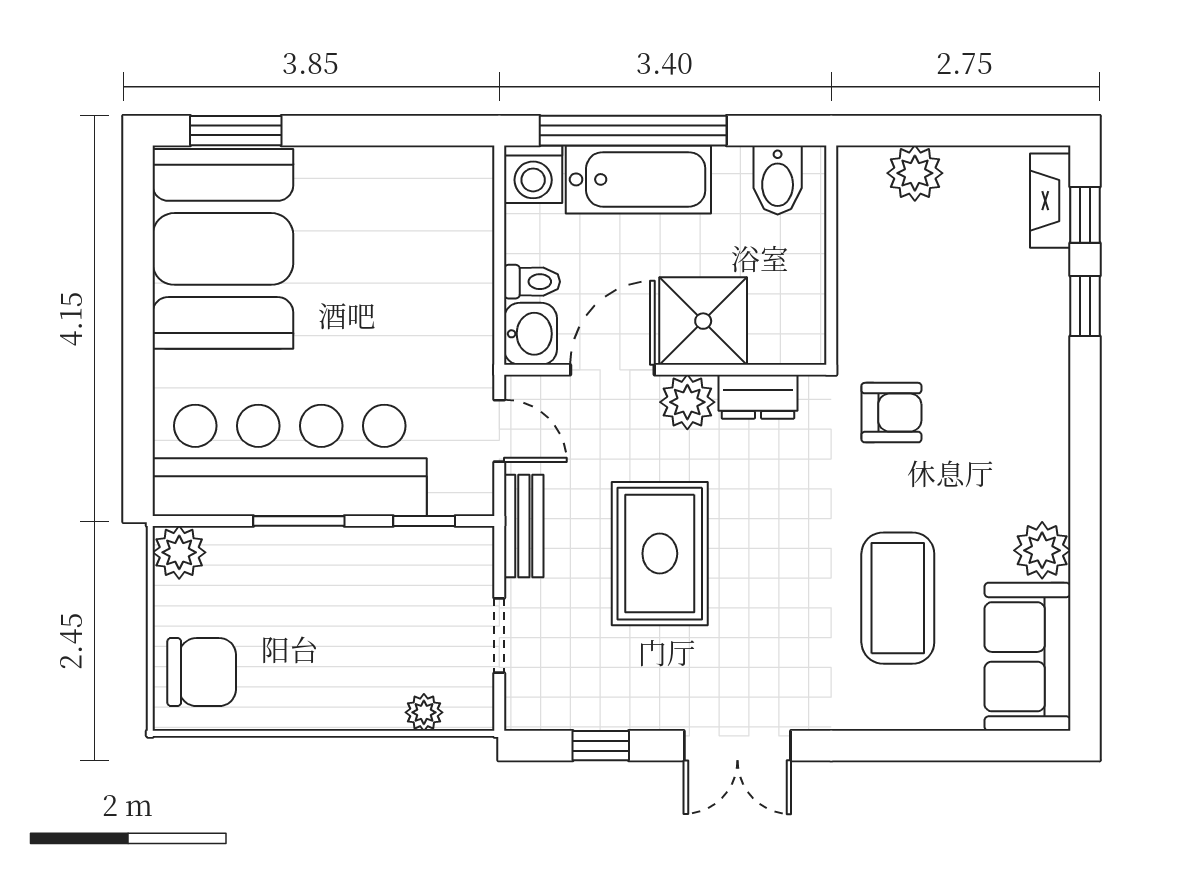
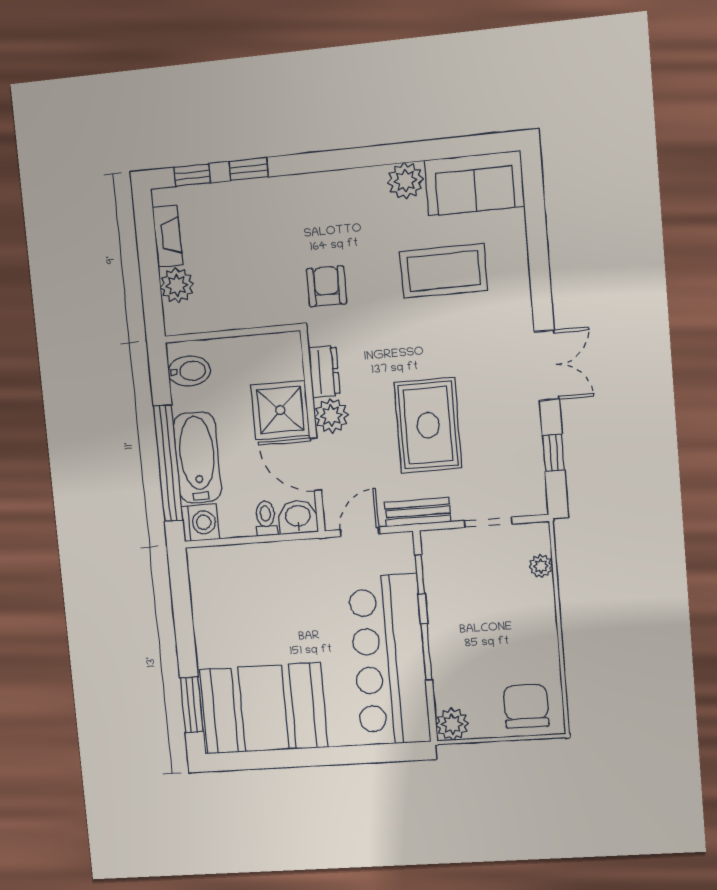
fireplace: (1050, 201) -> (167, 236), moved, turned -90
rug: (660, 554) -> (428, 425), turned 90

